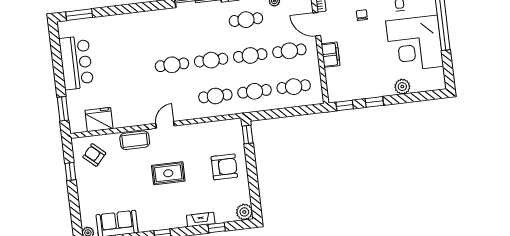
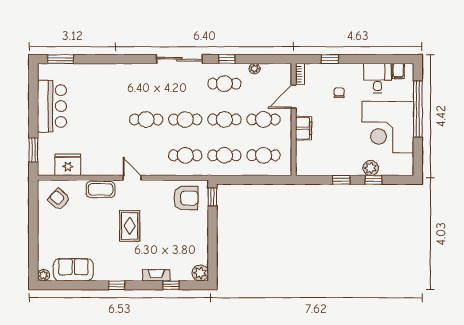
door: (317, 24) -> (294, 97), hinge flipped
window: (345, 105) -> (373, 180), moved
door: (165, 125) -> (132, 178), hinge flipped
armchair: (224, 167) -> (186, 198), moved
window: (70, 171) -> (33, 213), removed
rug: (168, 173) -> (130, 226), turned 90

